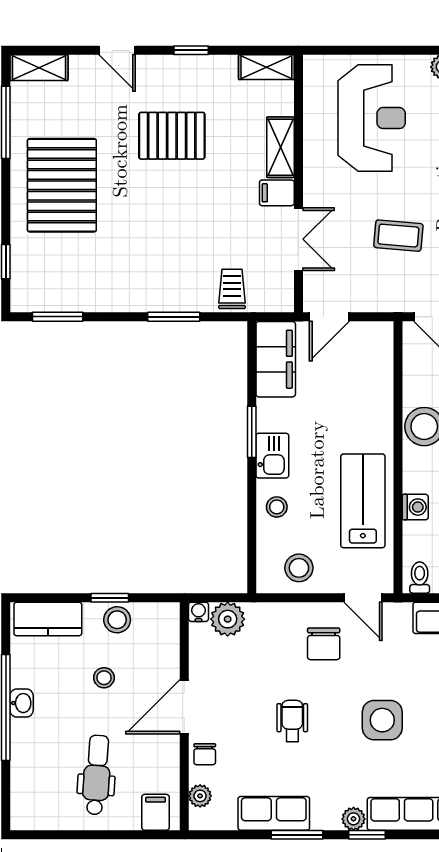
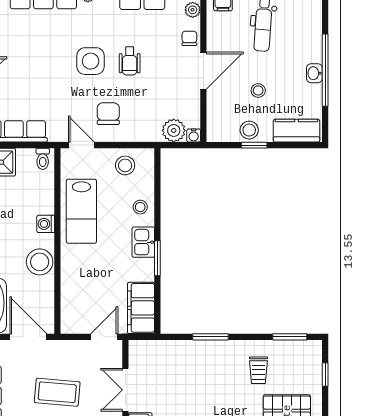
coffee table: (398, 236) -> (57, 392), width x1.36, depth x1.30
trolley: (232, 289) -> (258, 370), moved
washing machine: (415, 507) -> (46, 224), moved
side table: (382, 720) -> (91, 61), moved

